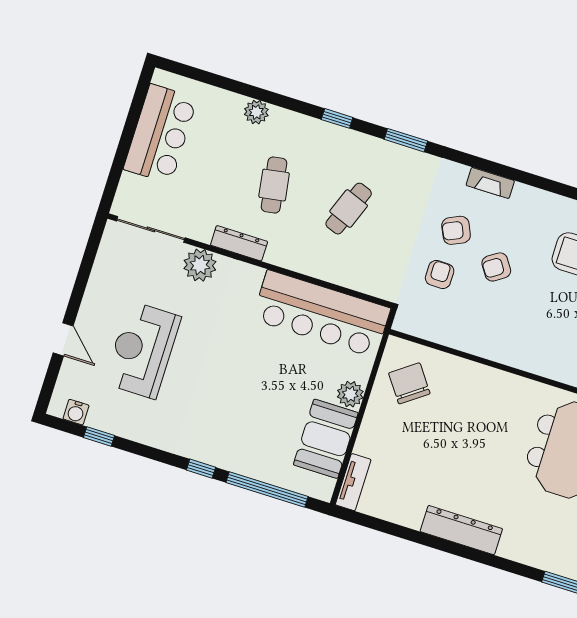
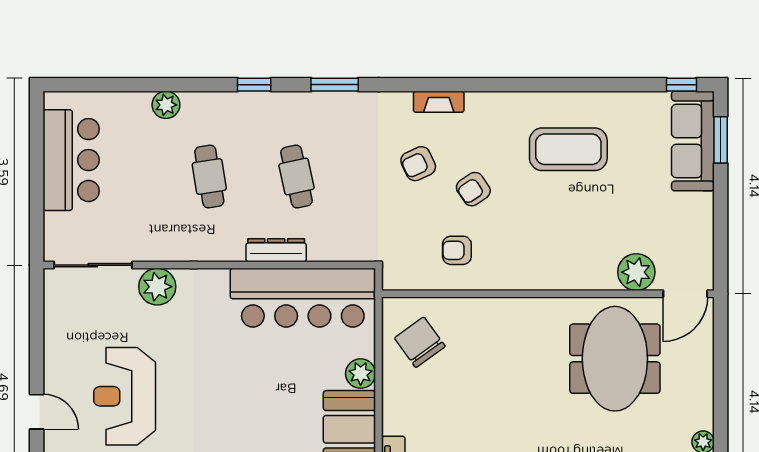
cafe table: (349, 209) -> (297, 176), turned -33
dresser: (239, 243) -> (276, 250), moved
armchair: (440, 275) -> (457, 250), moved, turned -90

